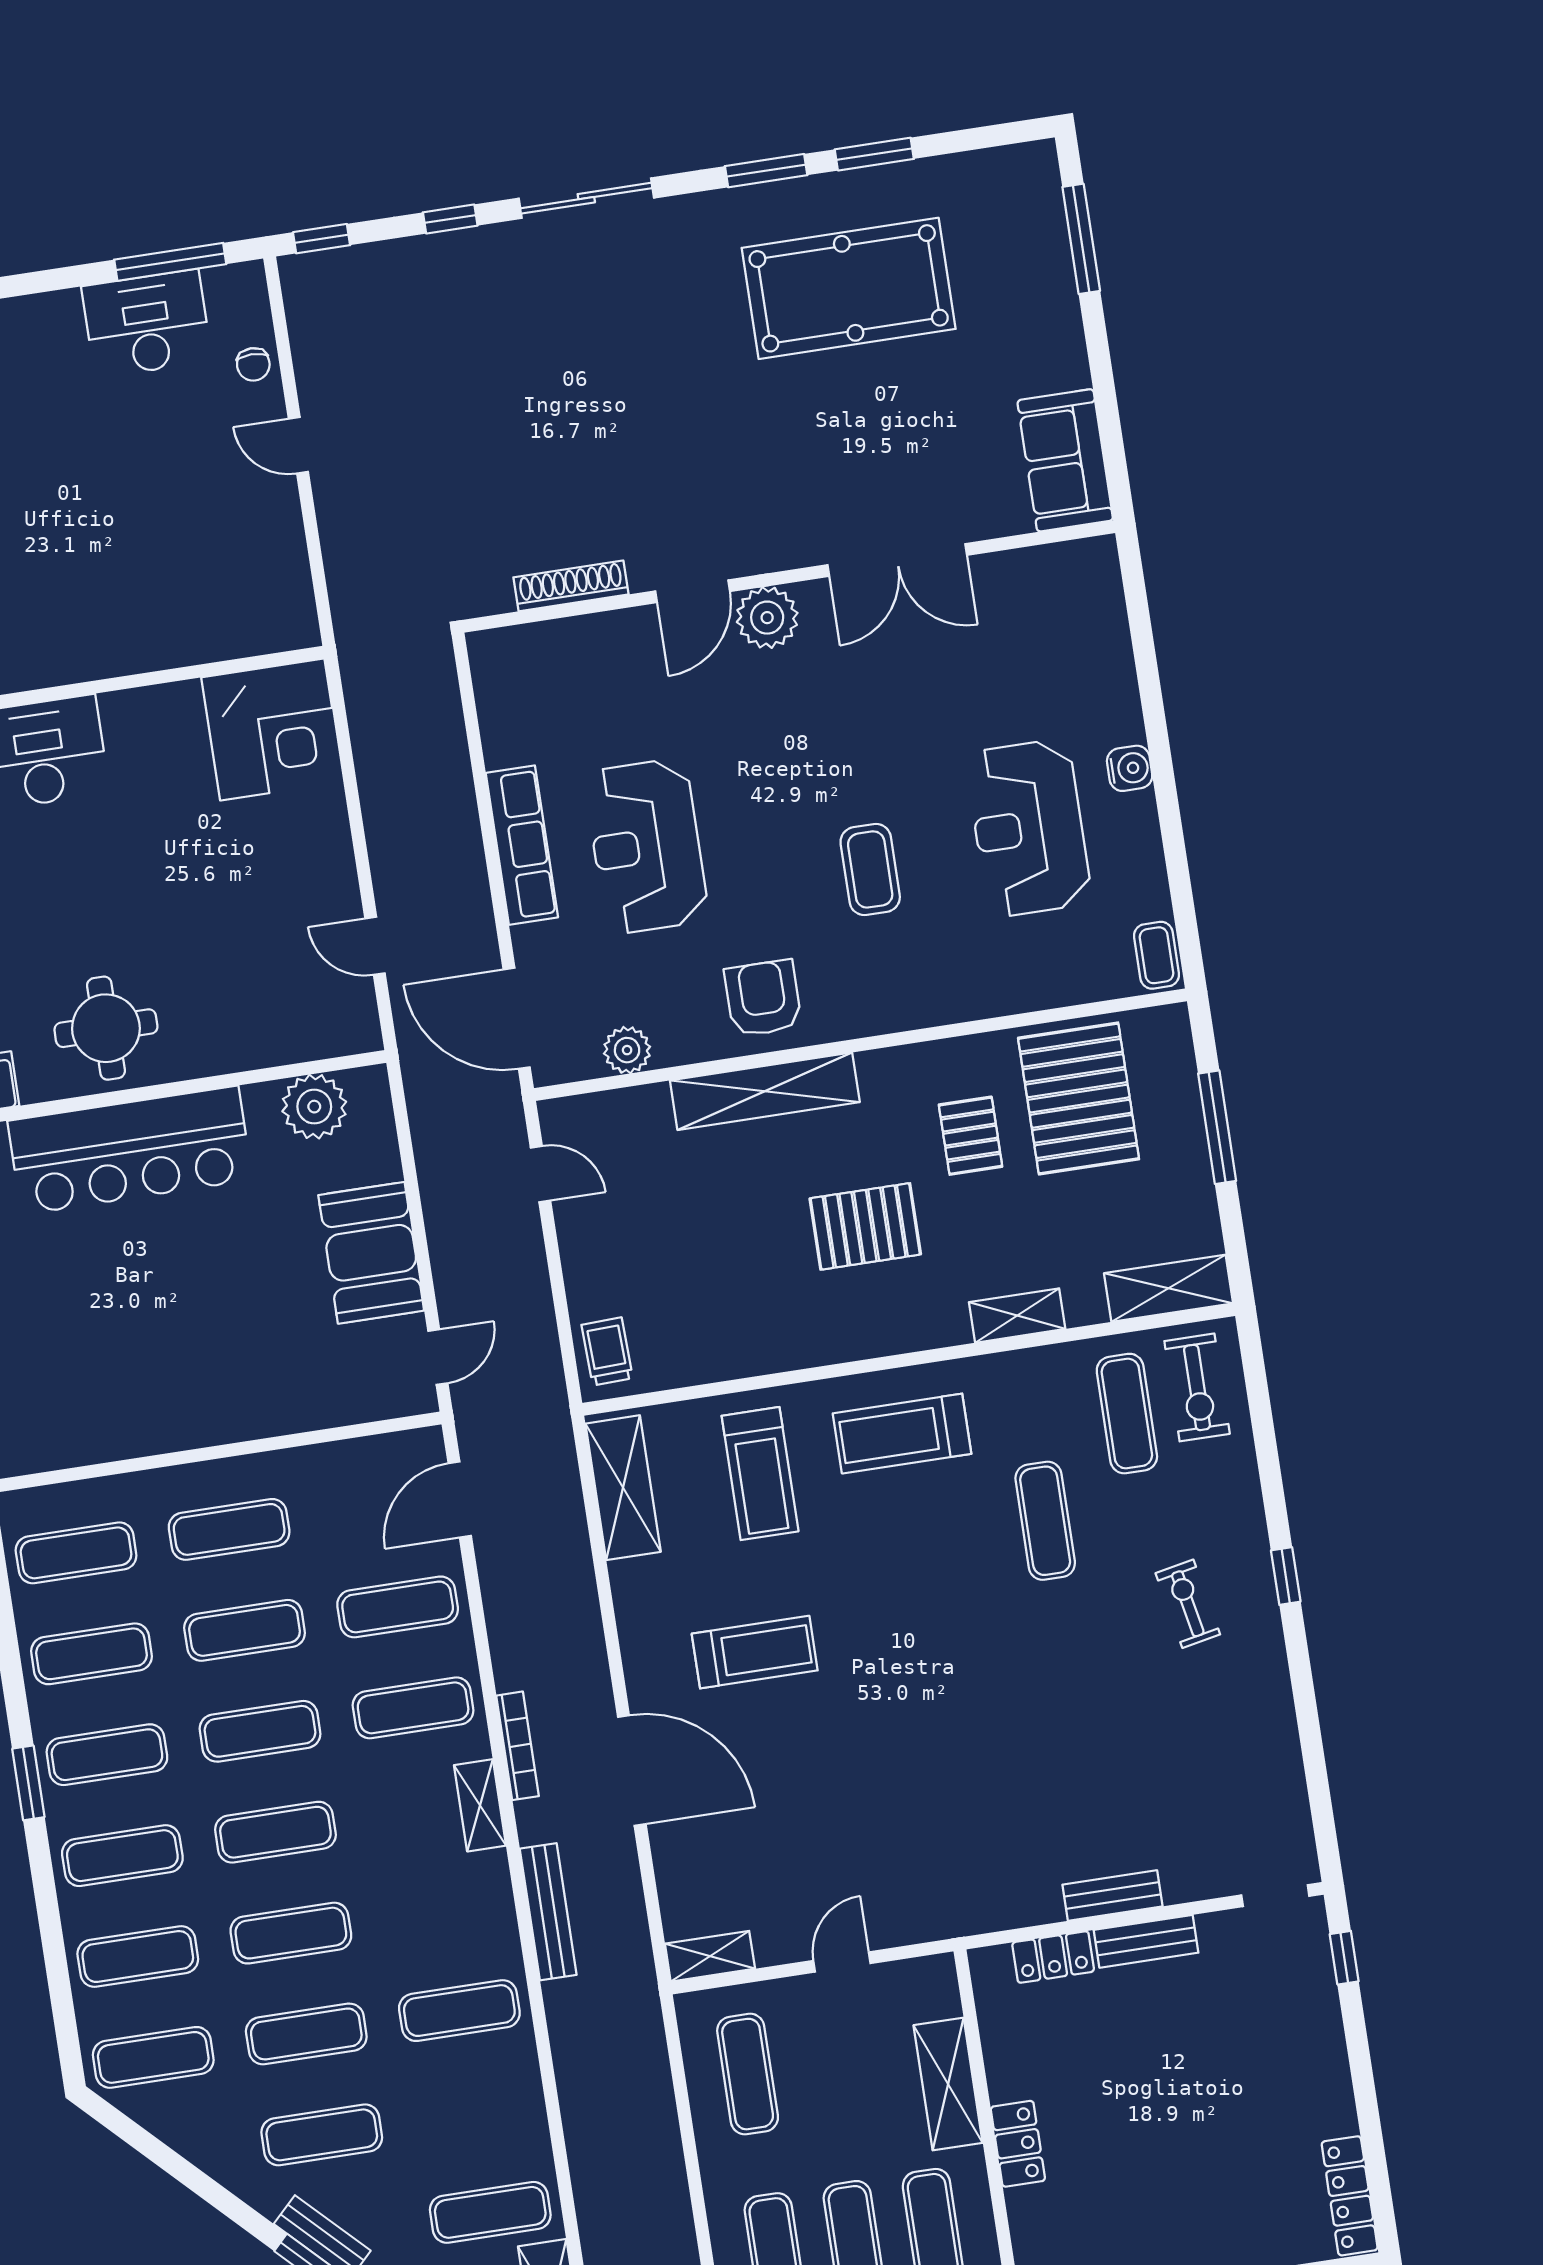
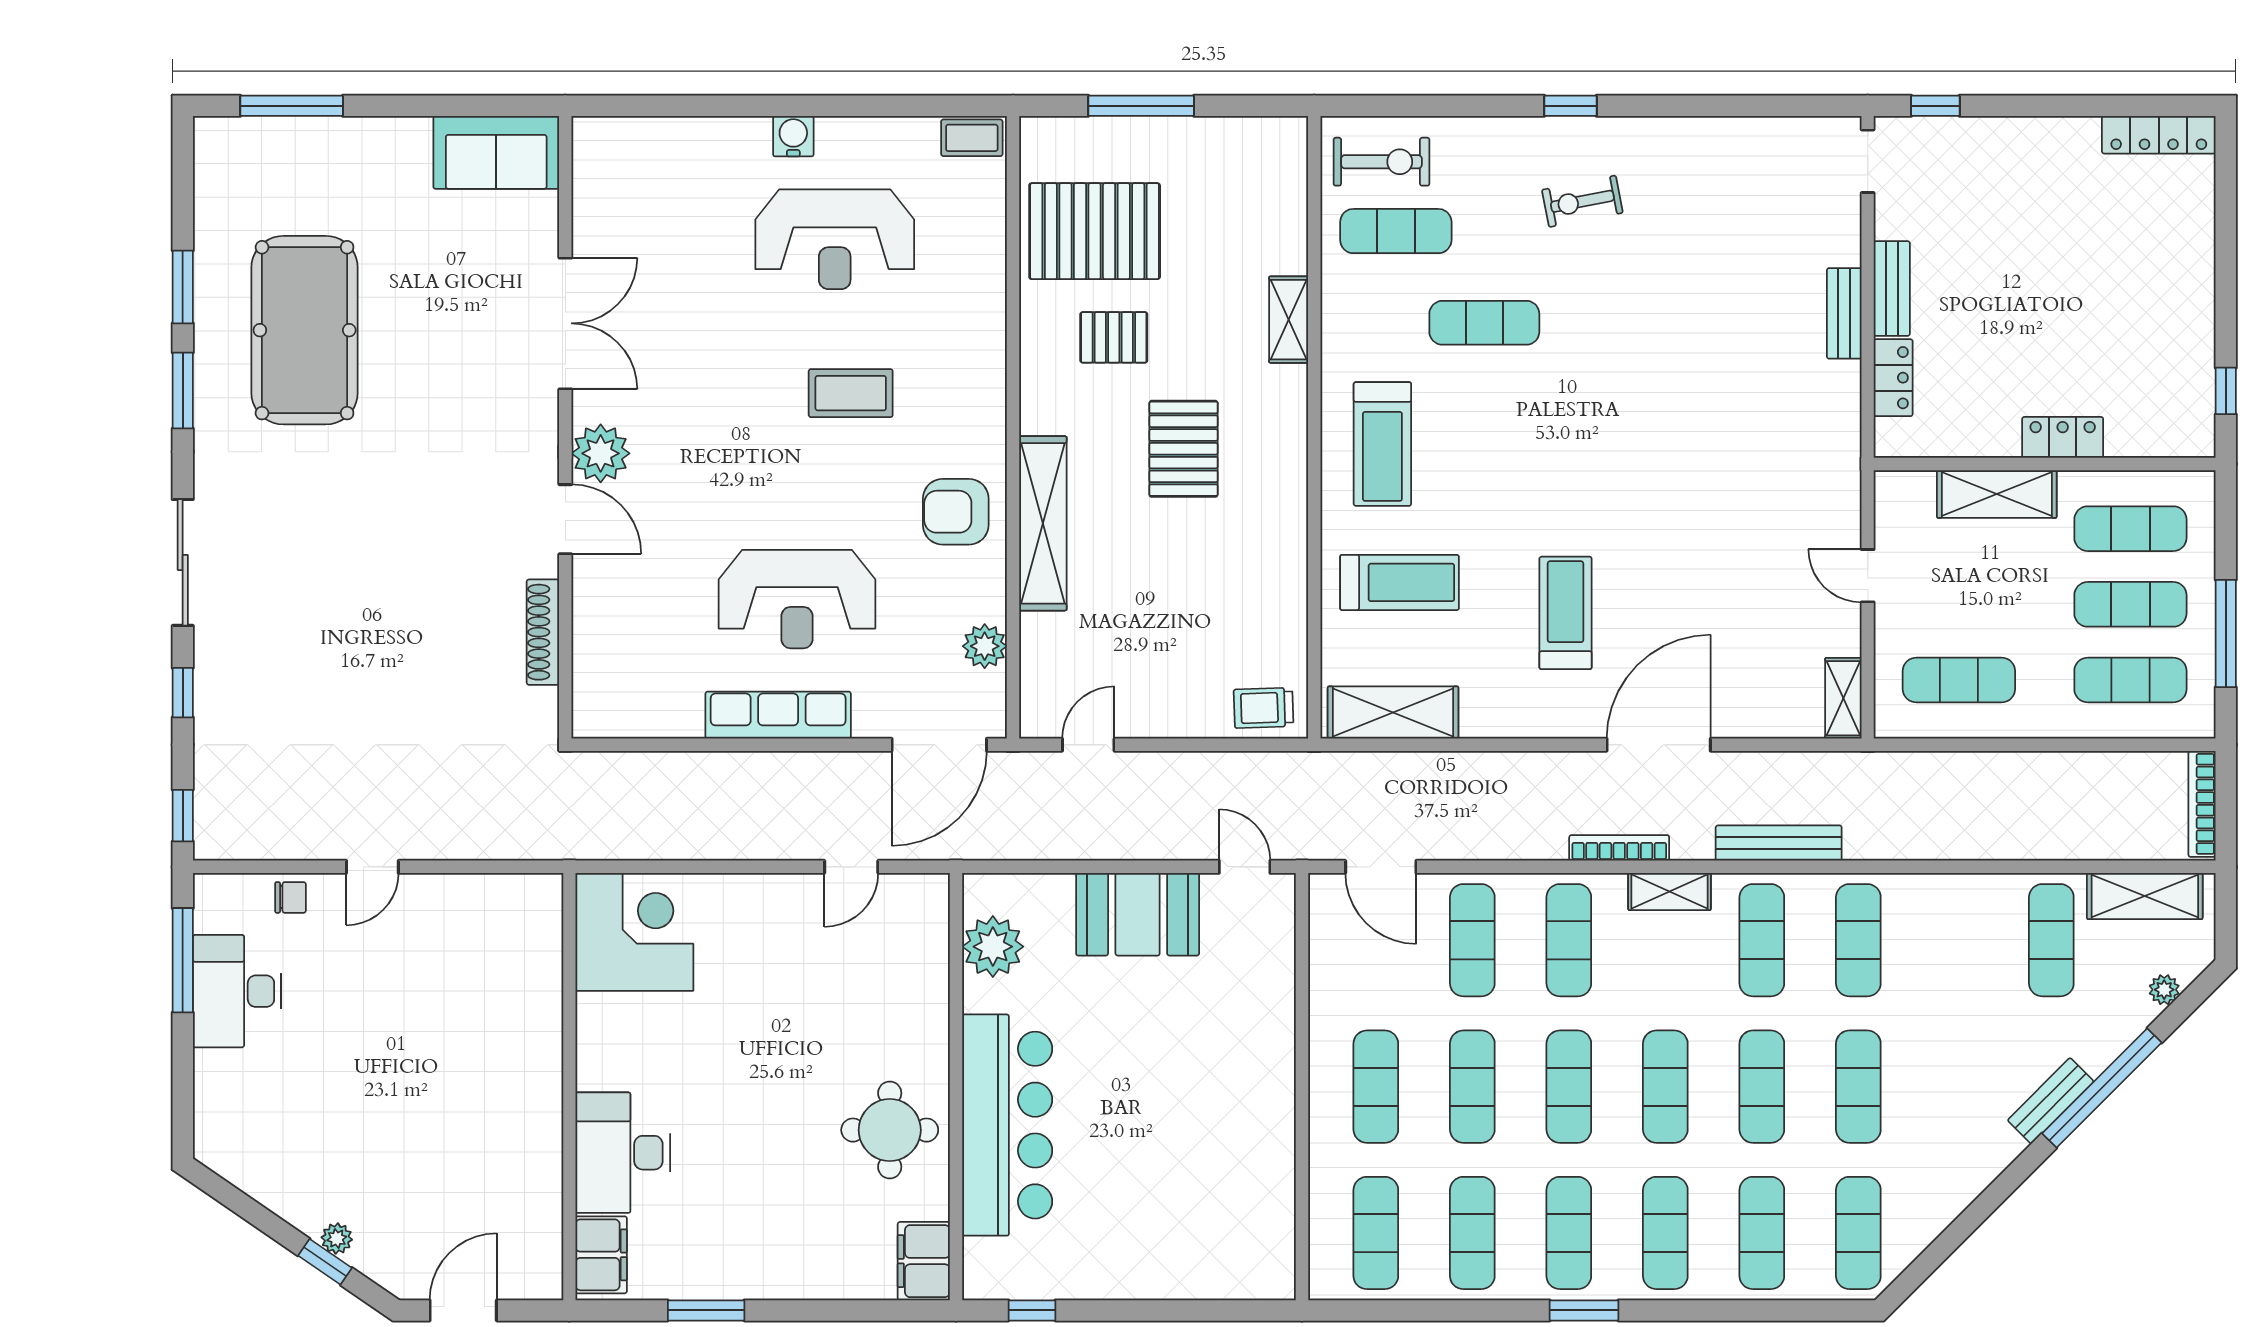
shelving: (1169, 1288) -> (1285, 174), removed
exercise mat: (322, 2135) -> (1762, 940), moved

